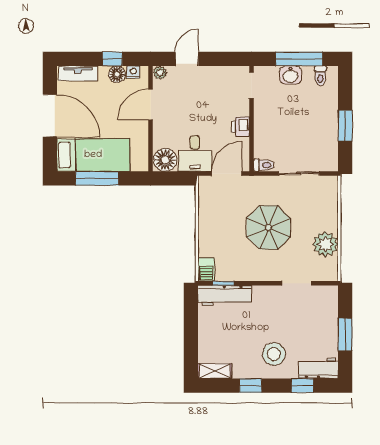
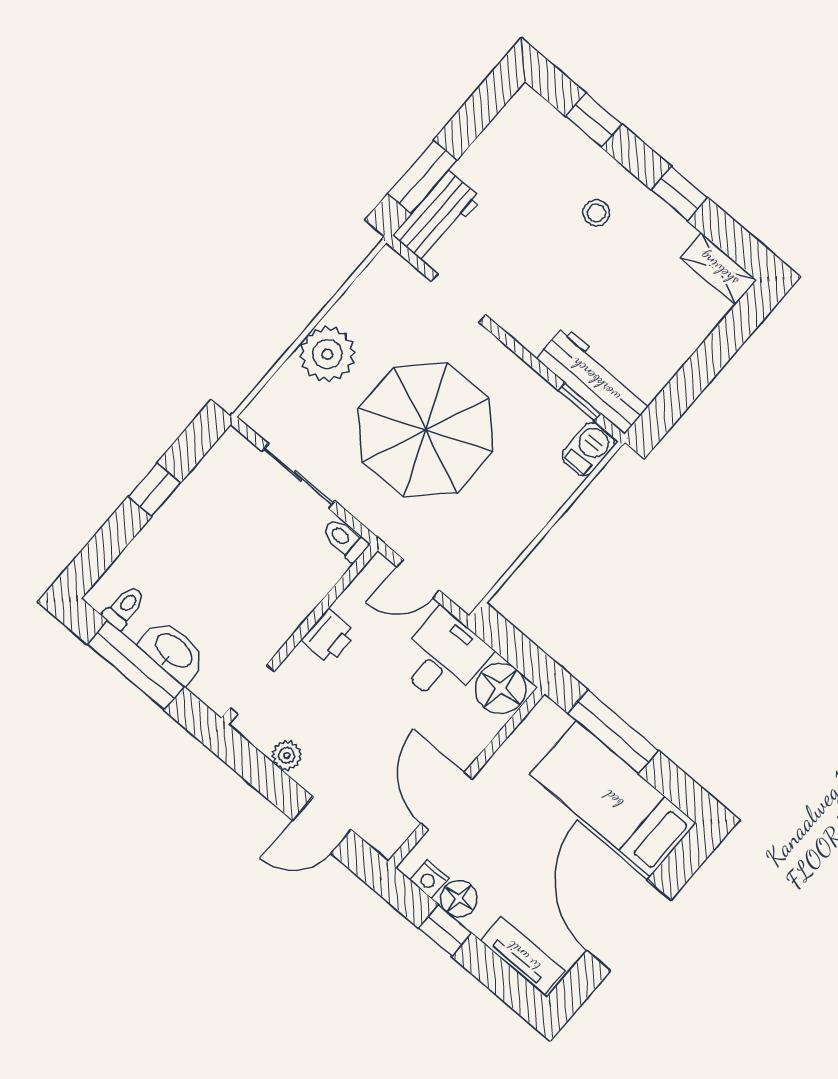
plant: (160, 73) -> (287, 755), moved
washbasin: (290, 75) -> (173, 651), width x1.38
door: (151, 104) -> (446, 801), swing flipped
window: (345, 126) -> (154, 490), width x0.67
door: (227, 174) -> (418, 579), width x0.73
window: (97, 178) -> (613, 732), moved
parasol: (269, 228) -> (426, 430), width x1.36, depth x1.36
plant: (325, 244) -> (327, 354), moved
window: (345, 334) -> (422, 177), moved
stool: (274, 354) -> (596, 213), width x0.53, depth x0.53
workbench: (318, 368) -> (437, 217), moved, turned -90

